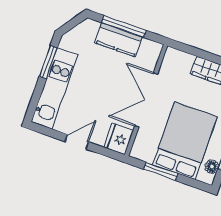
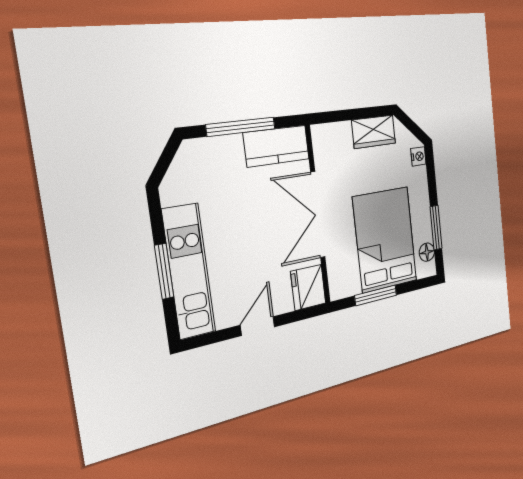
kitchen counter: (119, 40) -> (277, 146), moved
window: (48, 62) -> (164, 271), moved

